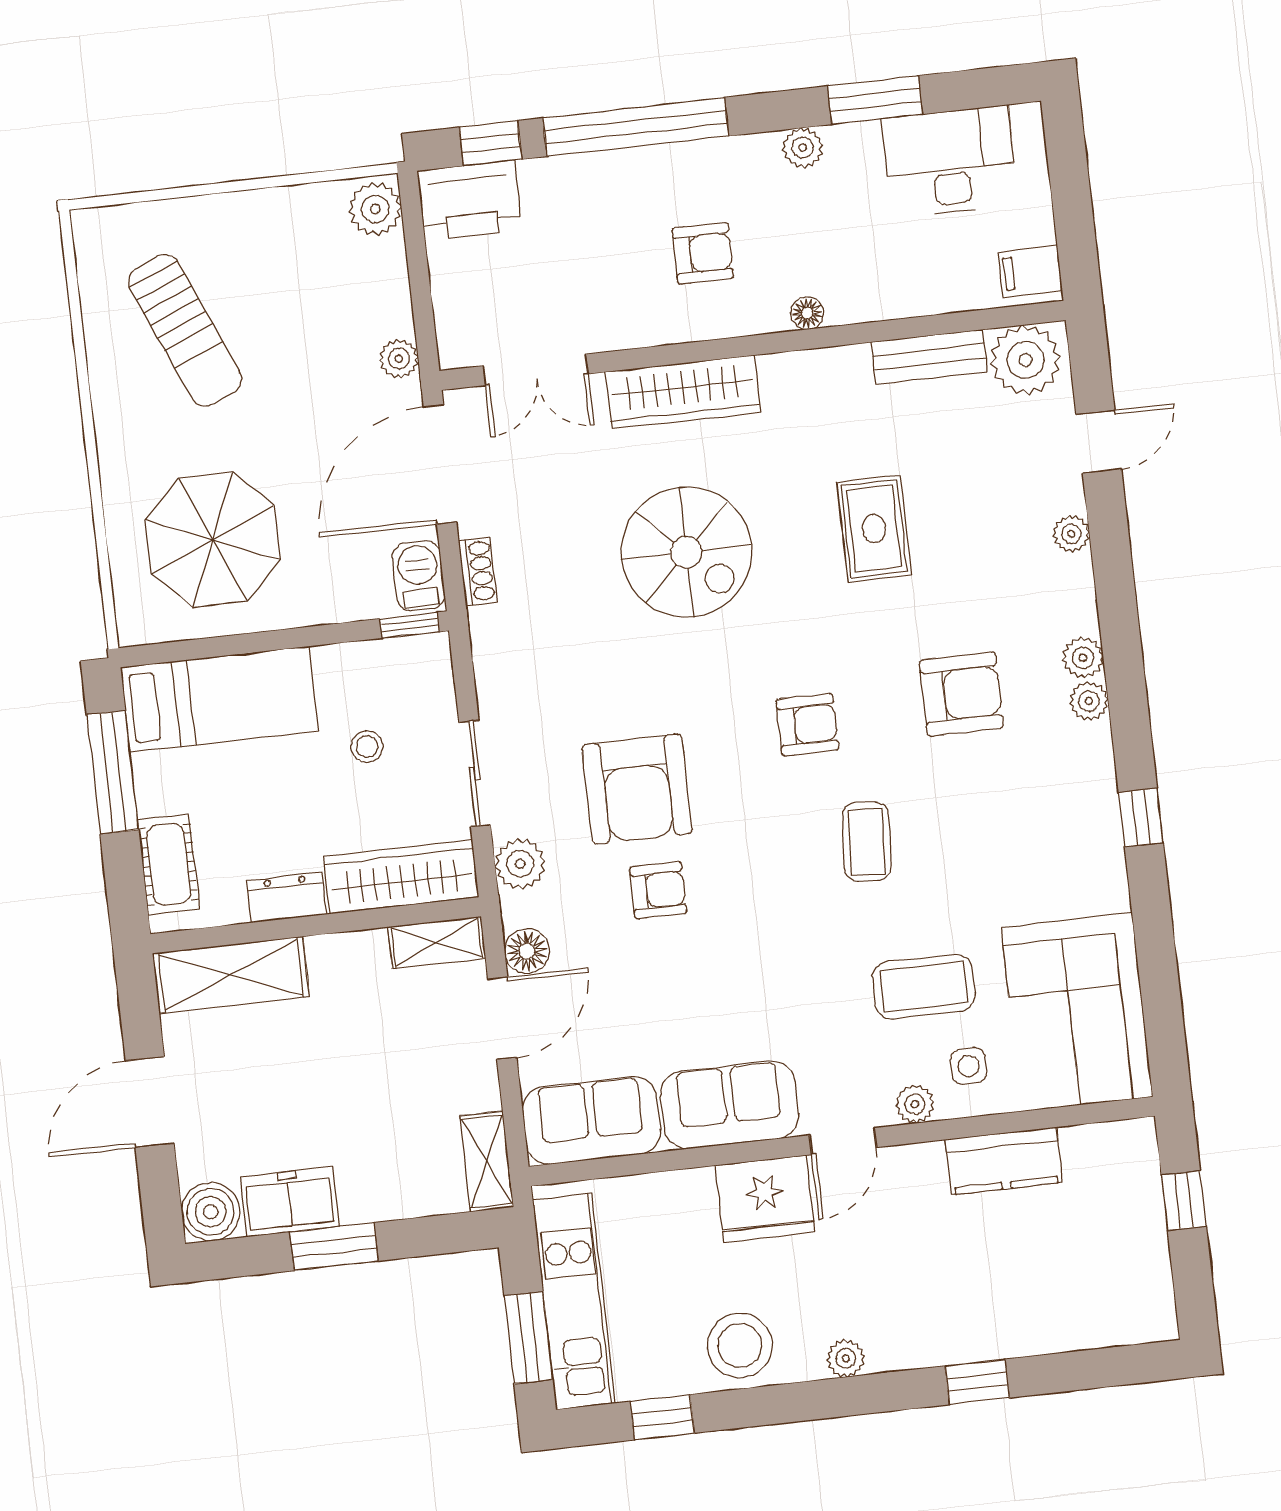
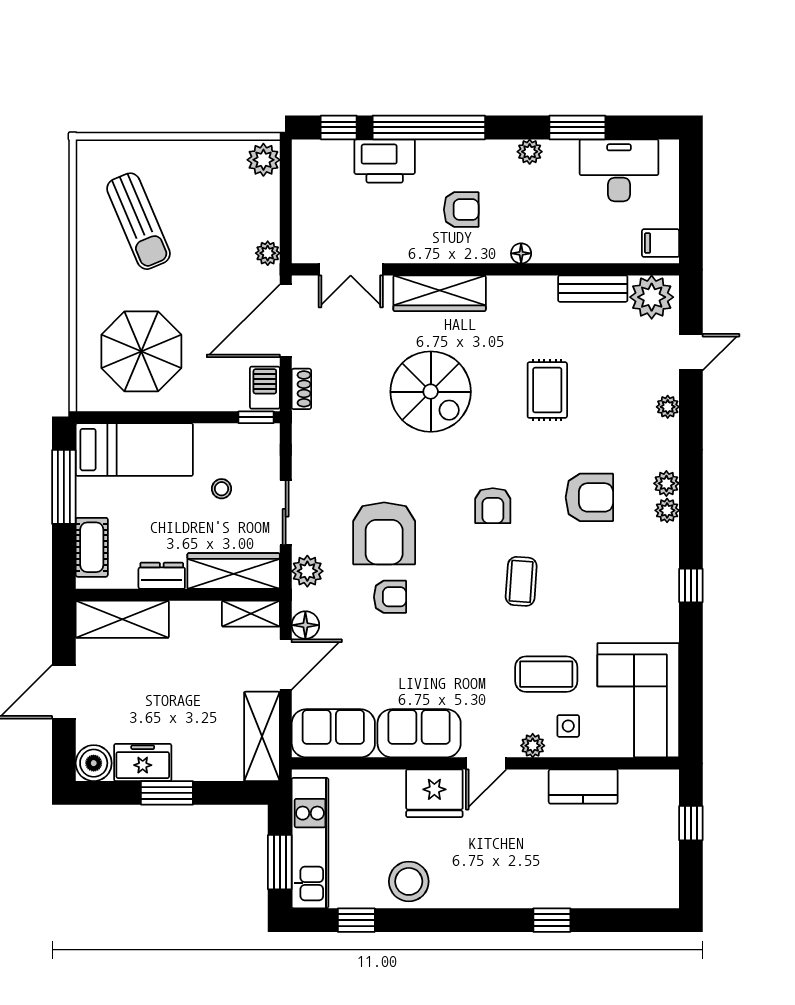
printer: (470, 200) -> (385, 161), moved
armchair: (807, 725) -> (493, 506), turned 90
shelving: (487, 1161) -> (262, 736), width x1.50, depth x1.33
plant: (846, 1358) -> (473, 897), removed

